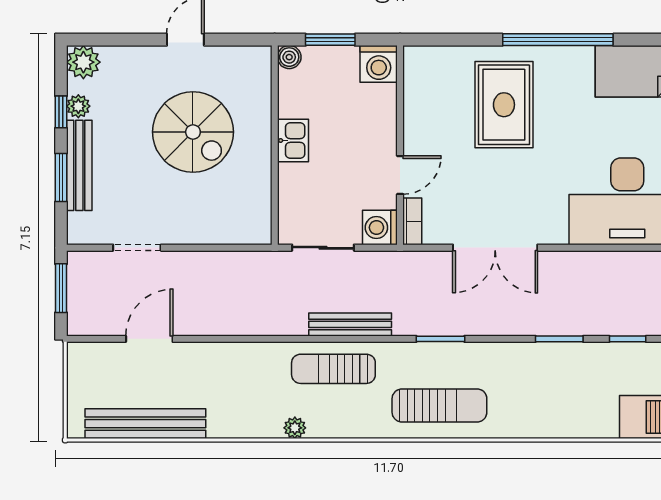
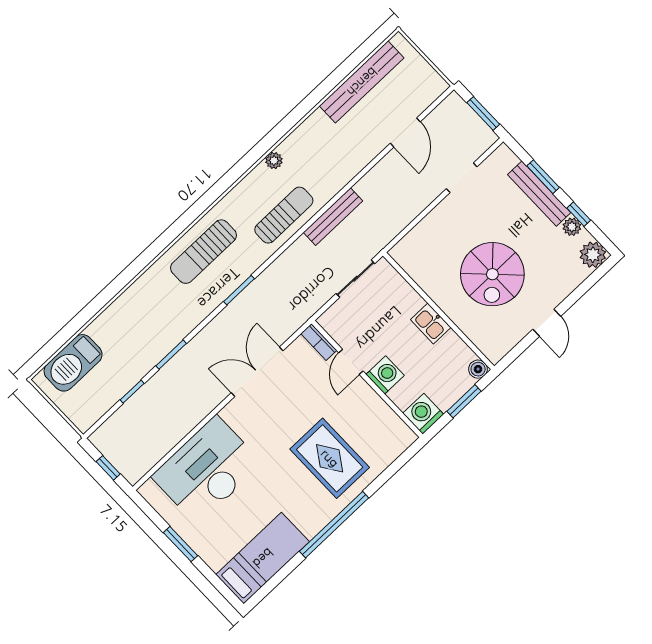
spiral stairs: (193, 132) -> (492, 274), turned -90
washing machine: (380, 228) -> (385, 375), moved
bench: (350, 324) -> (333, 217), moved

